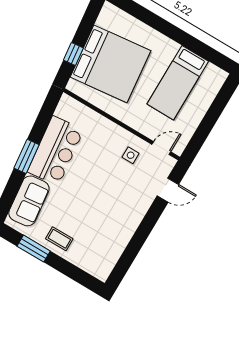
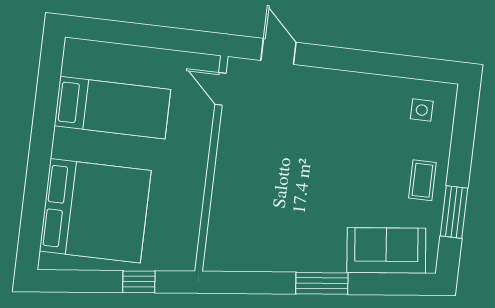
bed: (110, 64) -> (95, 211), moved, turned 96
bar counter: (56, 151) -> (294, 244), removed
side table: (131, 155) -> (422, 110), moved

